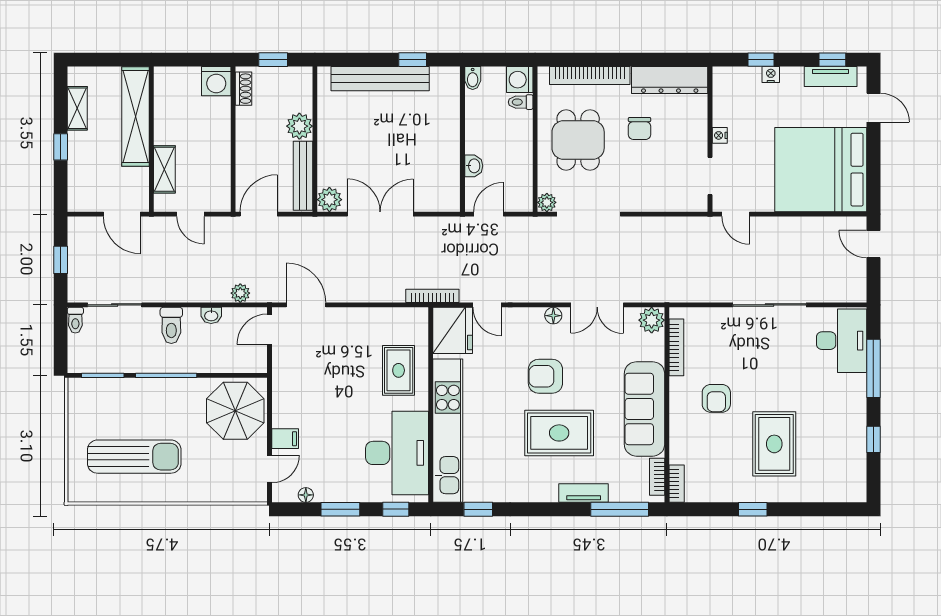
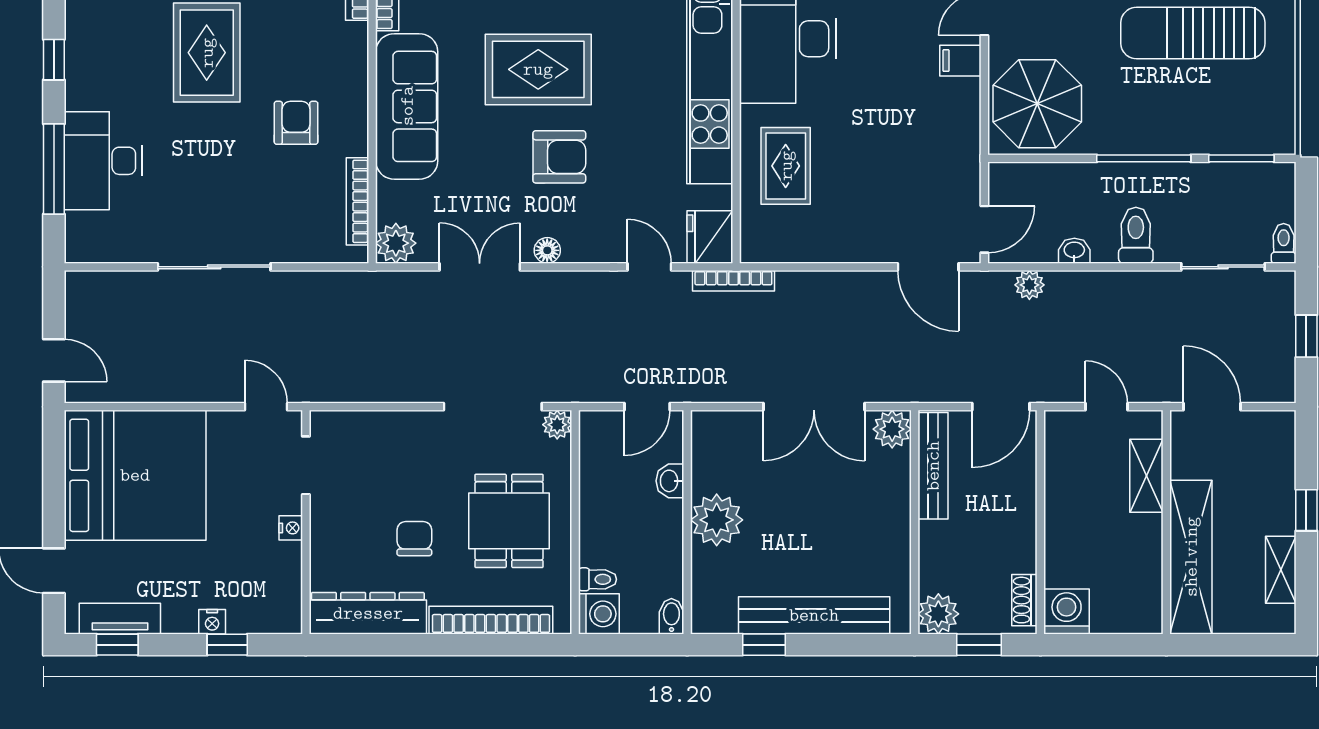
plant: (299, 126) -> (938, 614), moved
plant: (443, 141) -> (717, 520), added
fridge: (453, 330) -> (710, 237), width x0.73, depth x0.75
desk: (842, 341) -> (103, 161), moved

